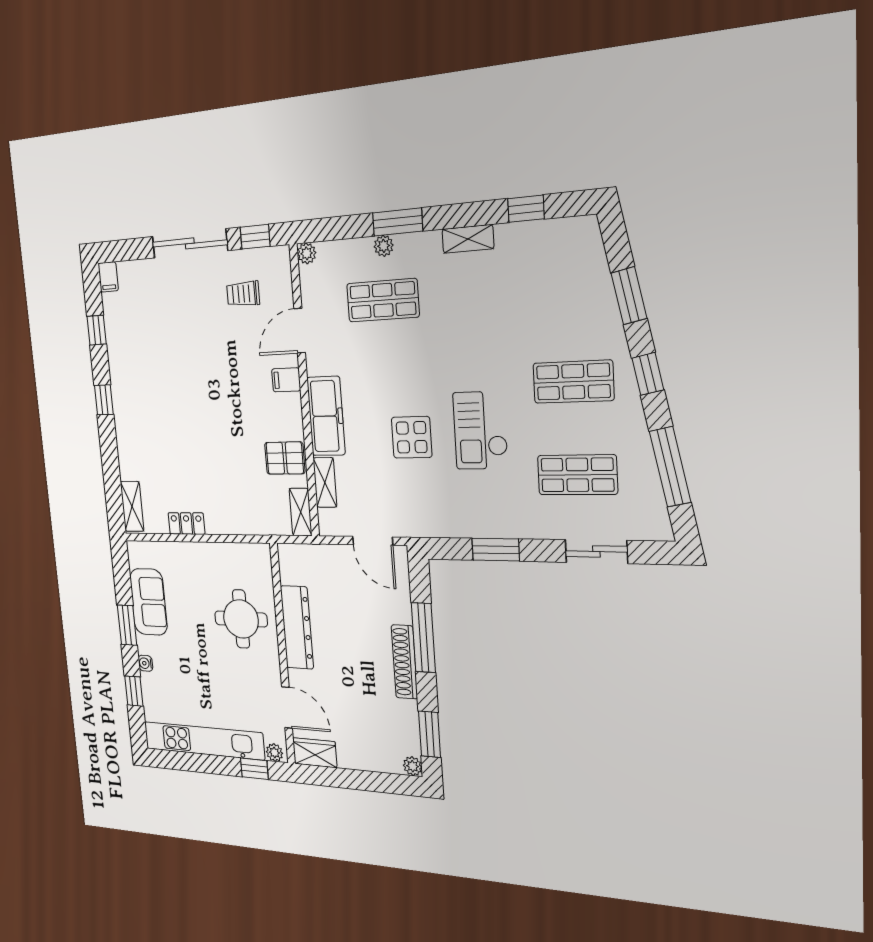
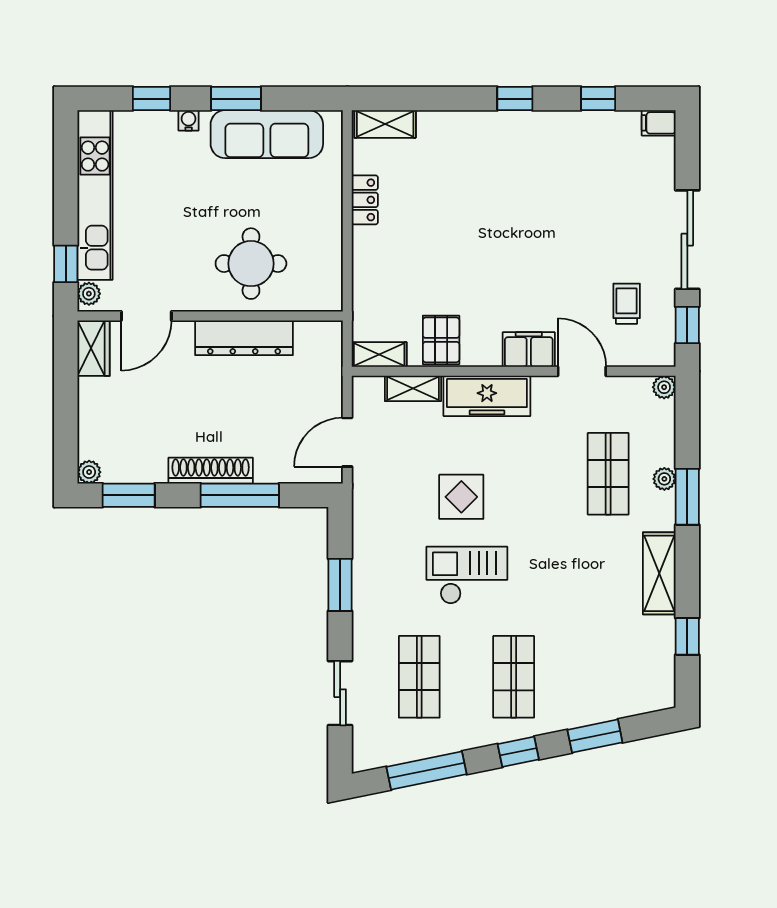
shelving: (468, 239) -> (659, 573), width x1.50, depth x1.33
filing cabinet: (286, 380) -> (529, 350), width x2.00
sofa: (148, 602) -> (267, 134), width x1.36

